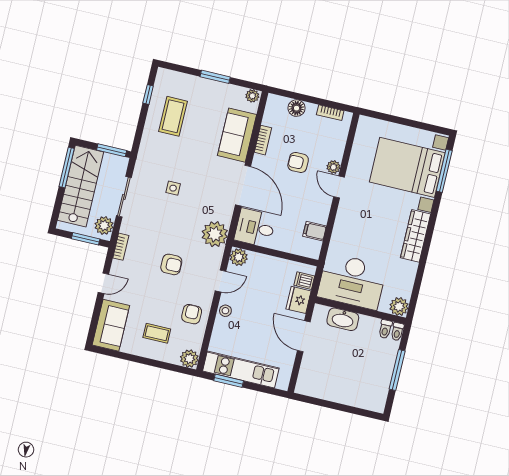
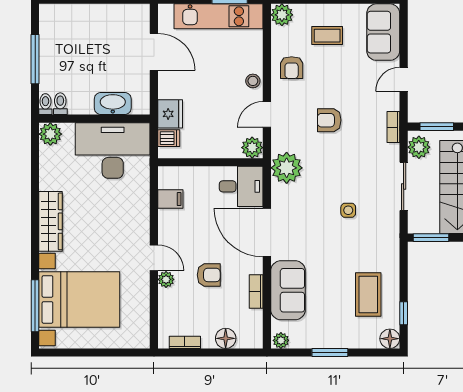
floor lamp: (164, 76) -> (390, 339), added
door: (304, 336) -> (154, 52), moved

